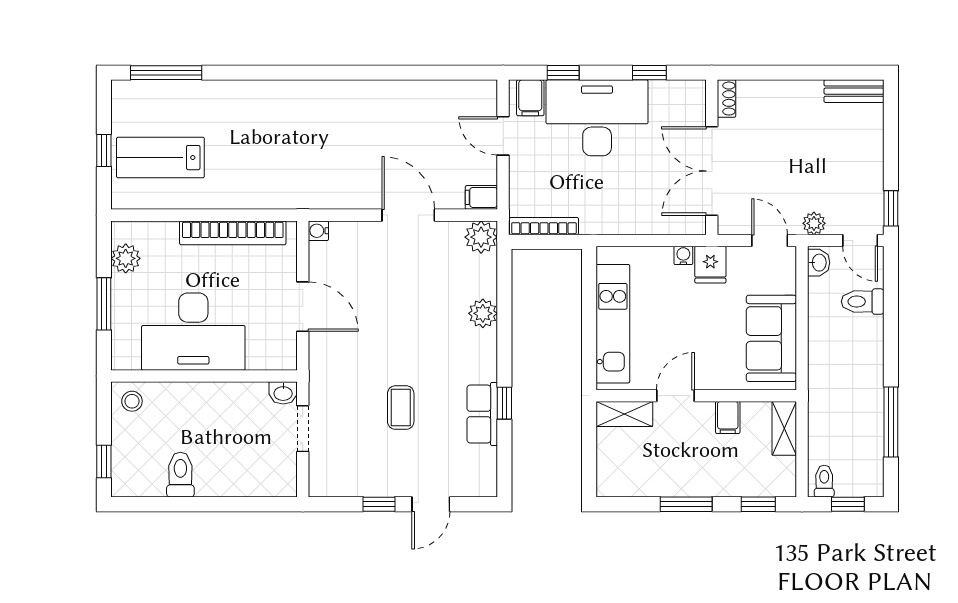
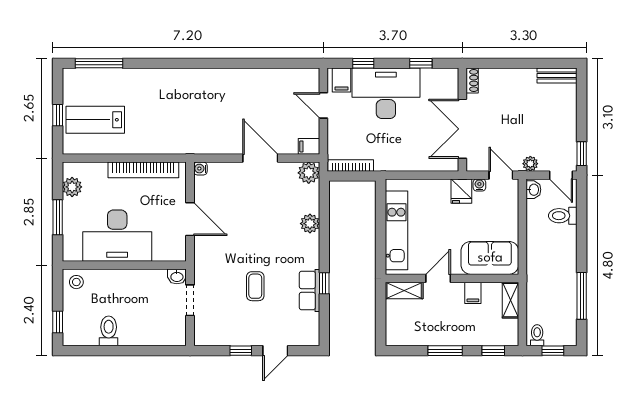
water cooler: (683, 255) -> (479, 185), moved
sofa: (771, 338) -> (490, 258), moved, turned 90

